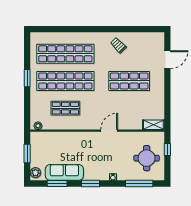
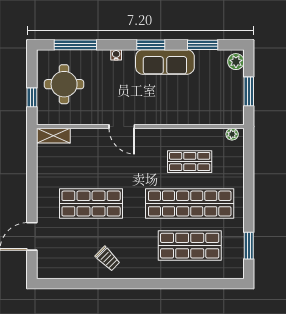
shop shelf: (65, 54) -> (190, 246), width x0.71
window: (27, 78) -> (249, 246), moved
door: (109, 131) -> (122, 127), hinge flipped
sofa: (64, 172) -> (165, 62), moved

